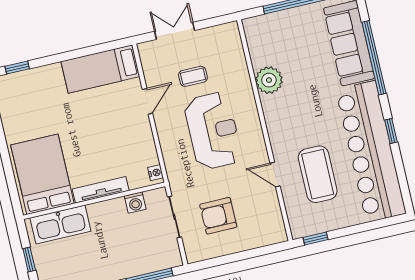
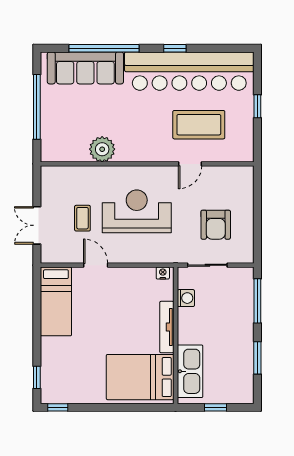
window: (315, 239) -> (257, 106), moved

